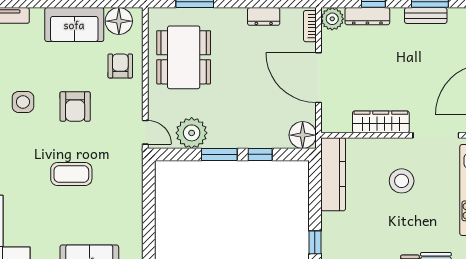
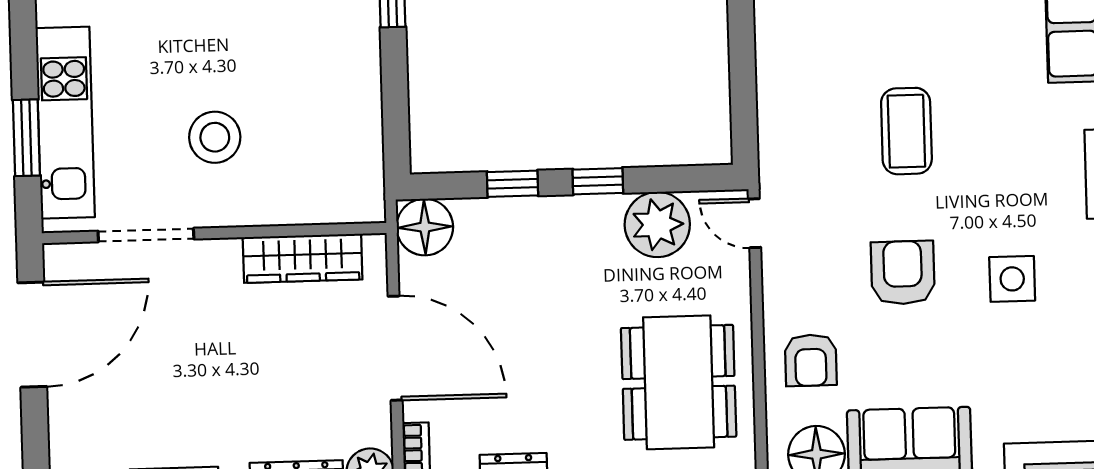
wardrobe: (381, 122) -> (303, 258), moved
window: (219, 154) -> (598, 181), width x0.67
coffee table: (71, 174) -> (906, 131), turned 90
kitchen counter: (333, 174) -> (358, 147), removed

